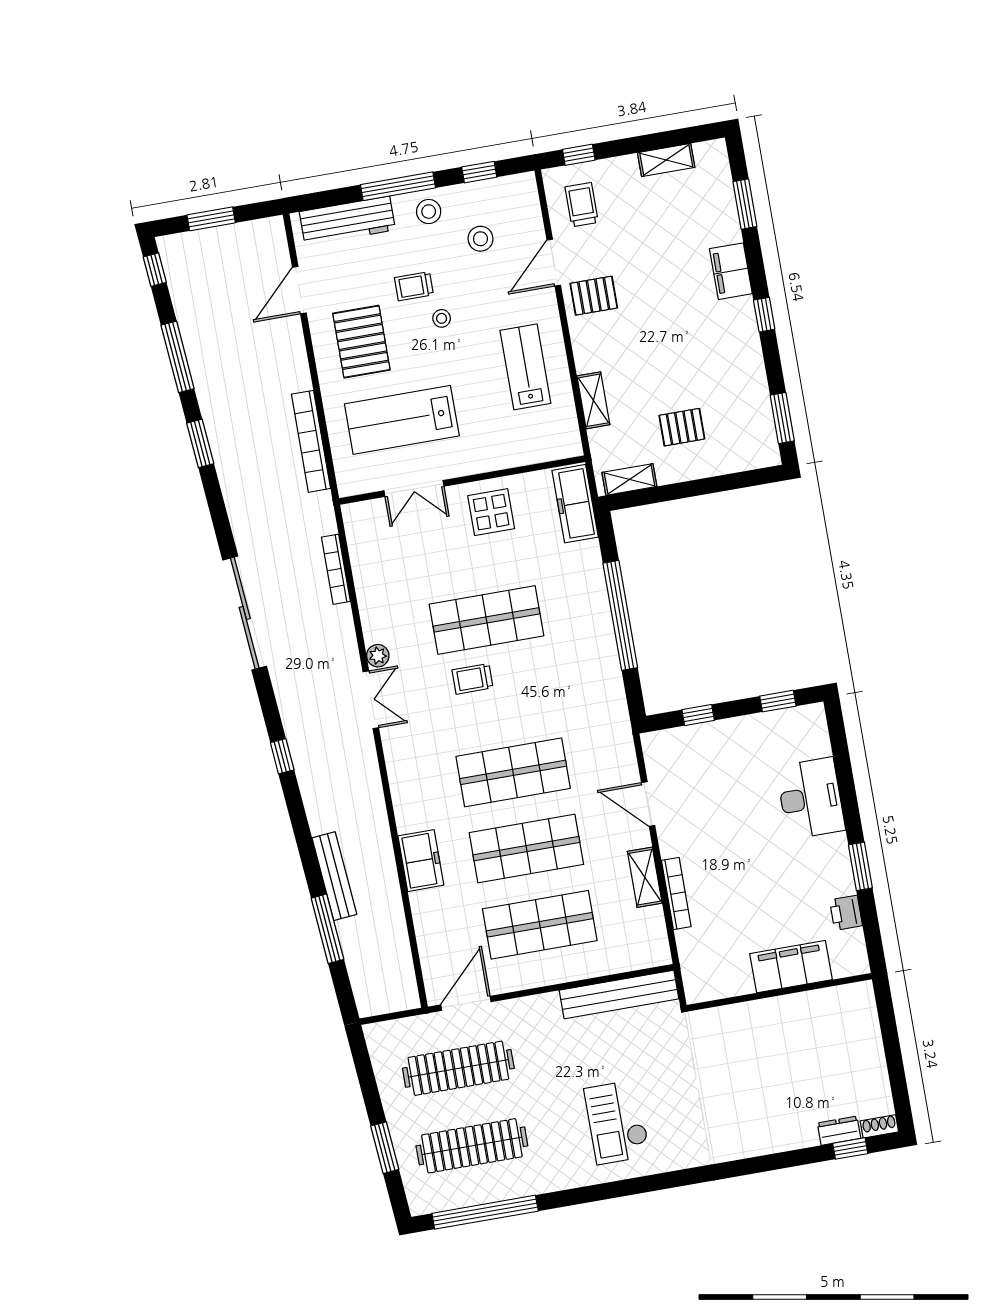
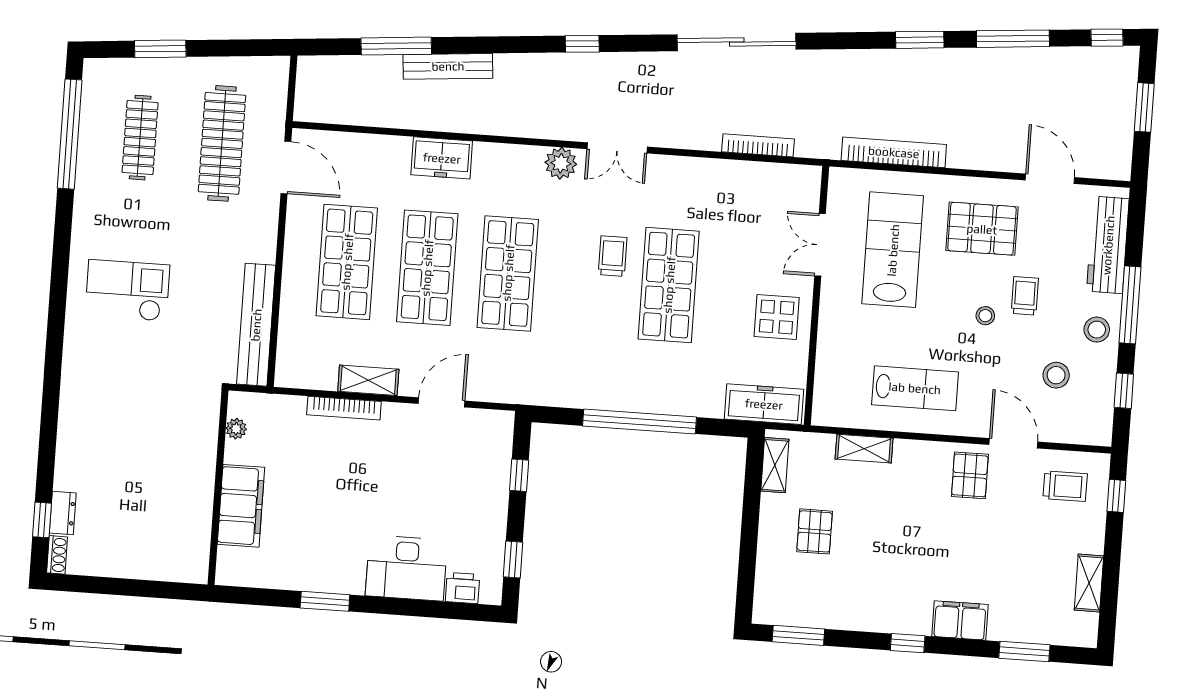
plant: (378, 656) -> (561, 163), moved, width x1.38, depth x1.38
printer: (846, 913) -> (463, 588), moved
plant: (720, 989) -> (236, 429), added
clothes rail: (472, 1146) -> (140, 138), width x0.73, depth x0.76

